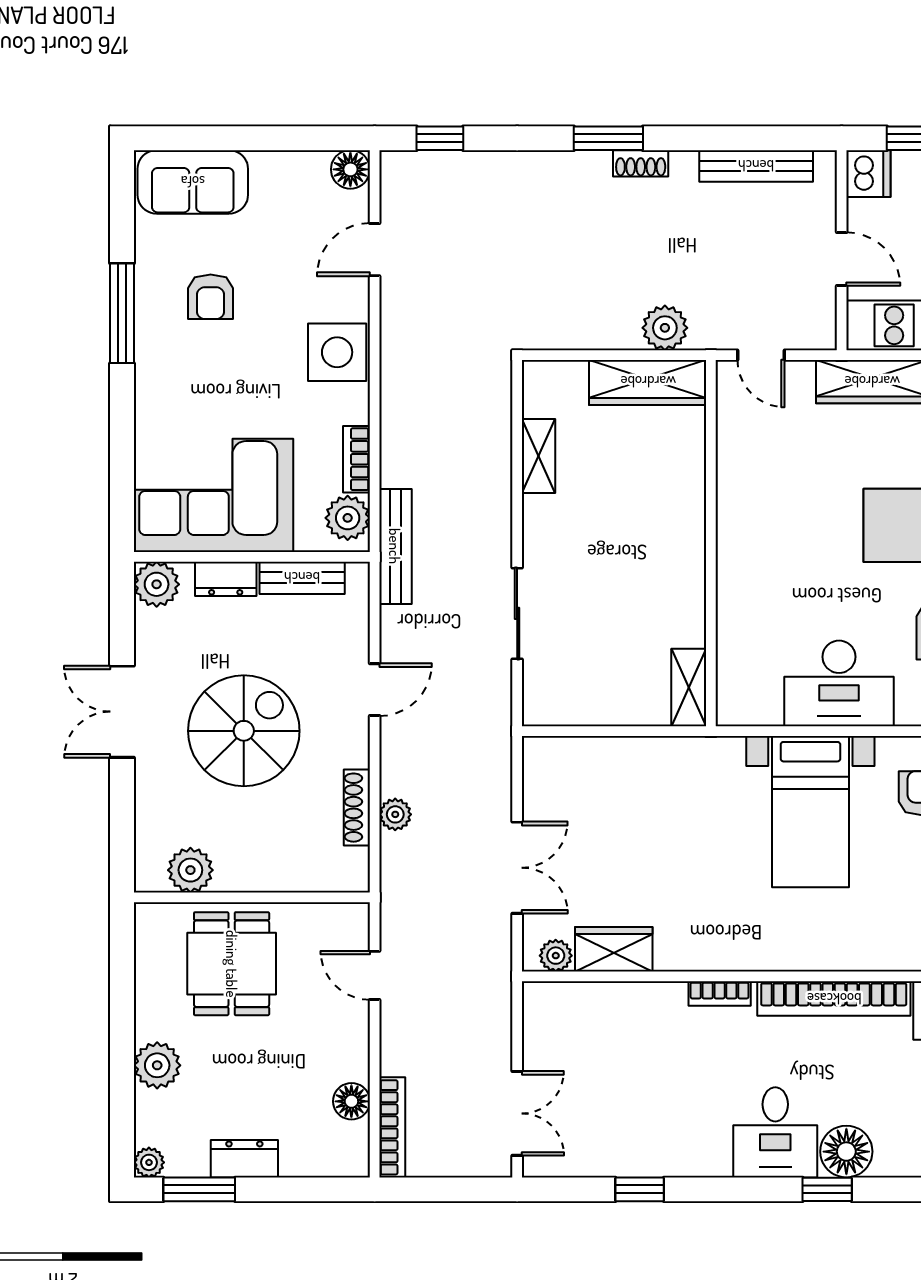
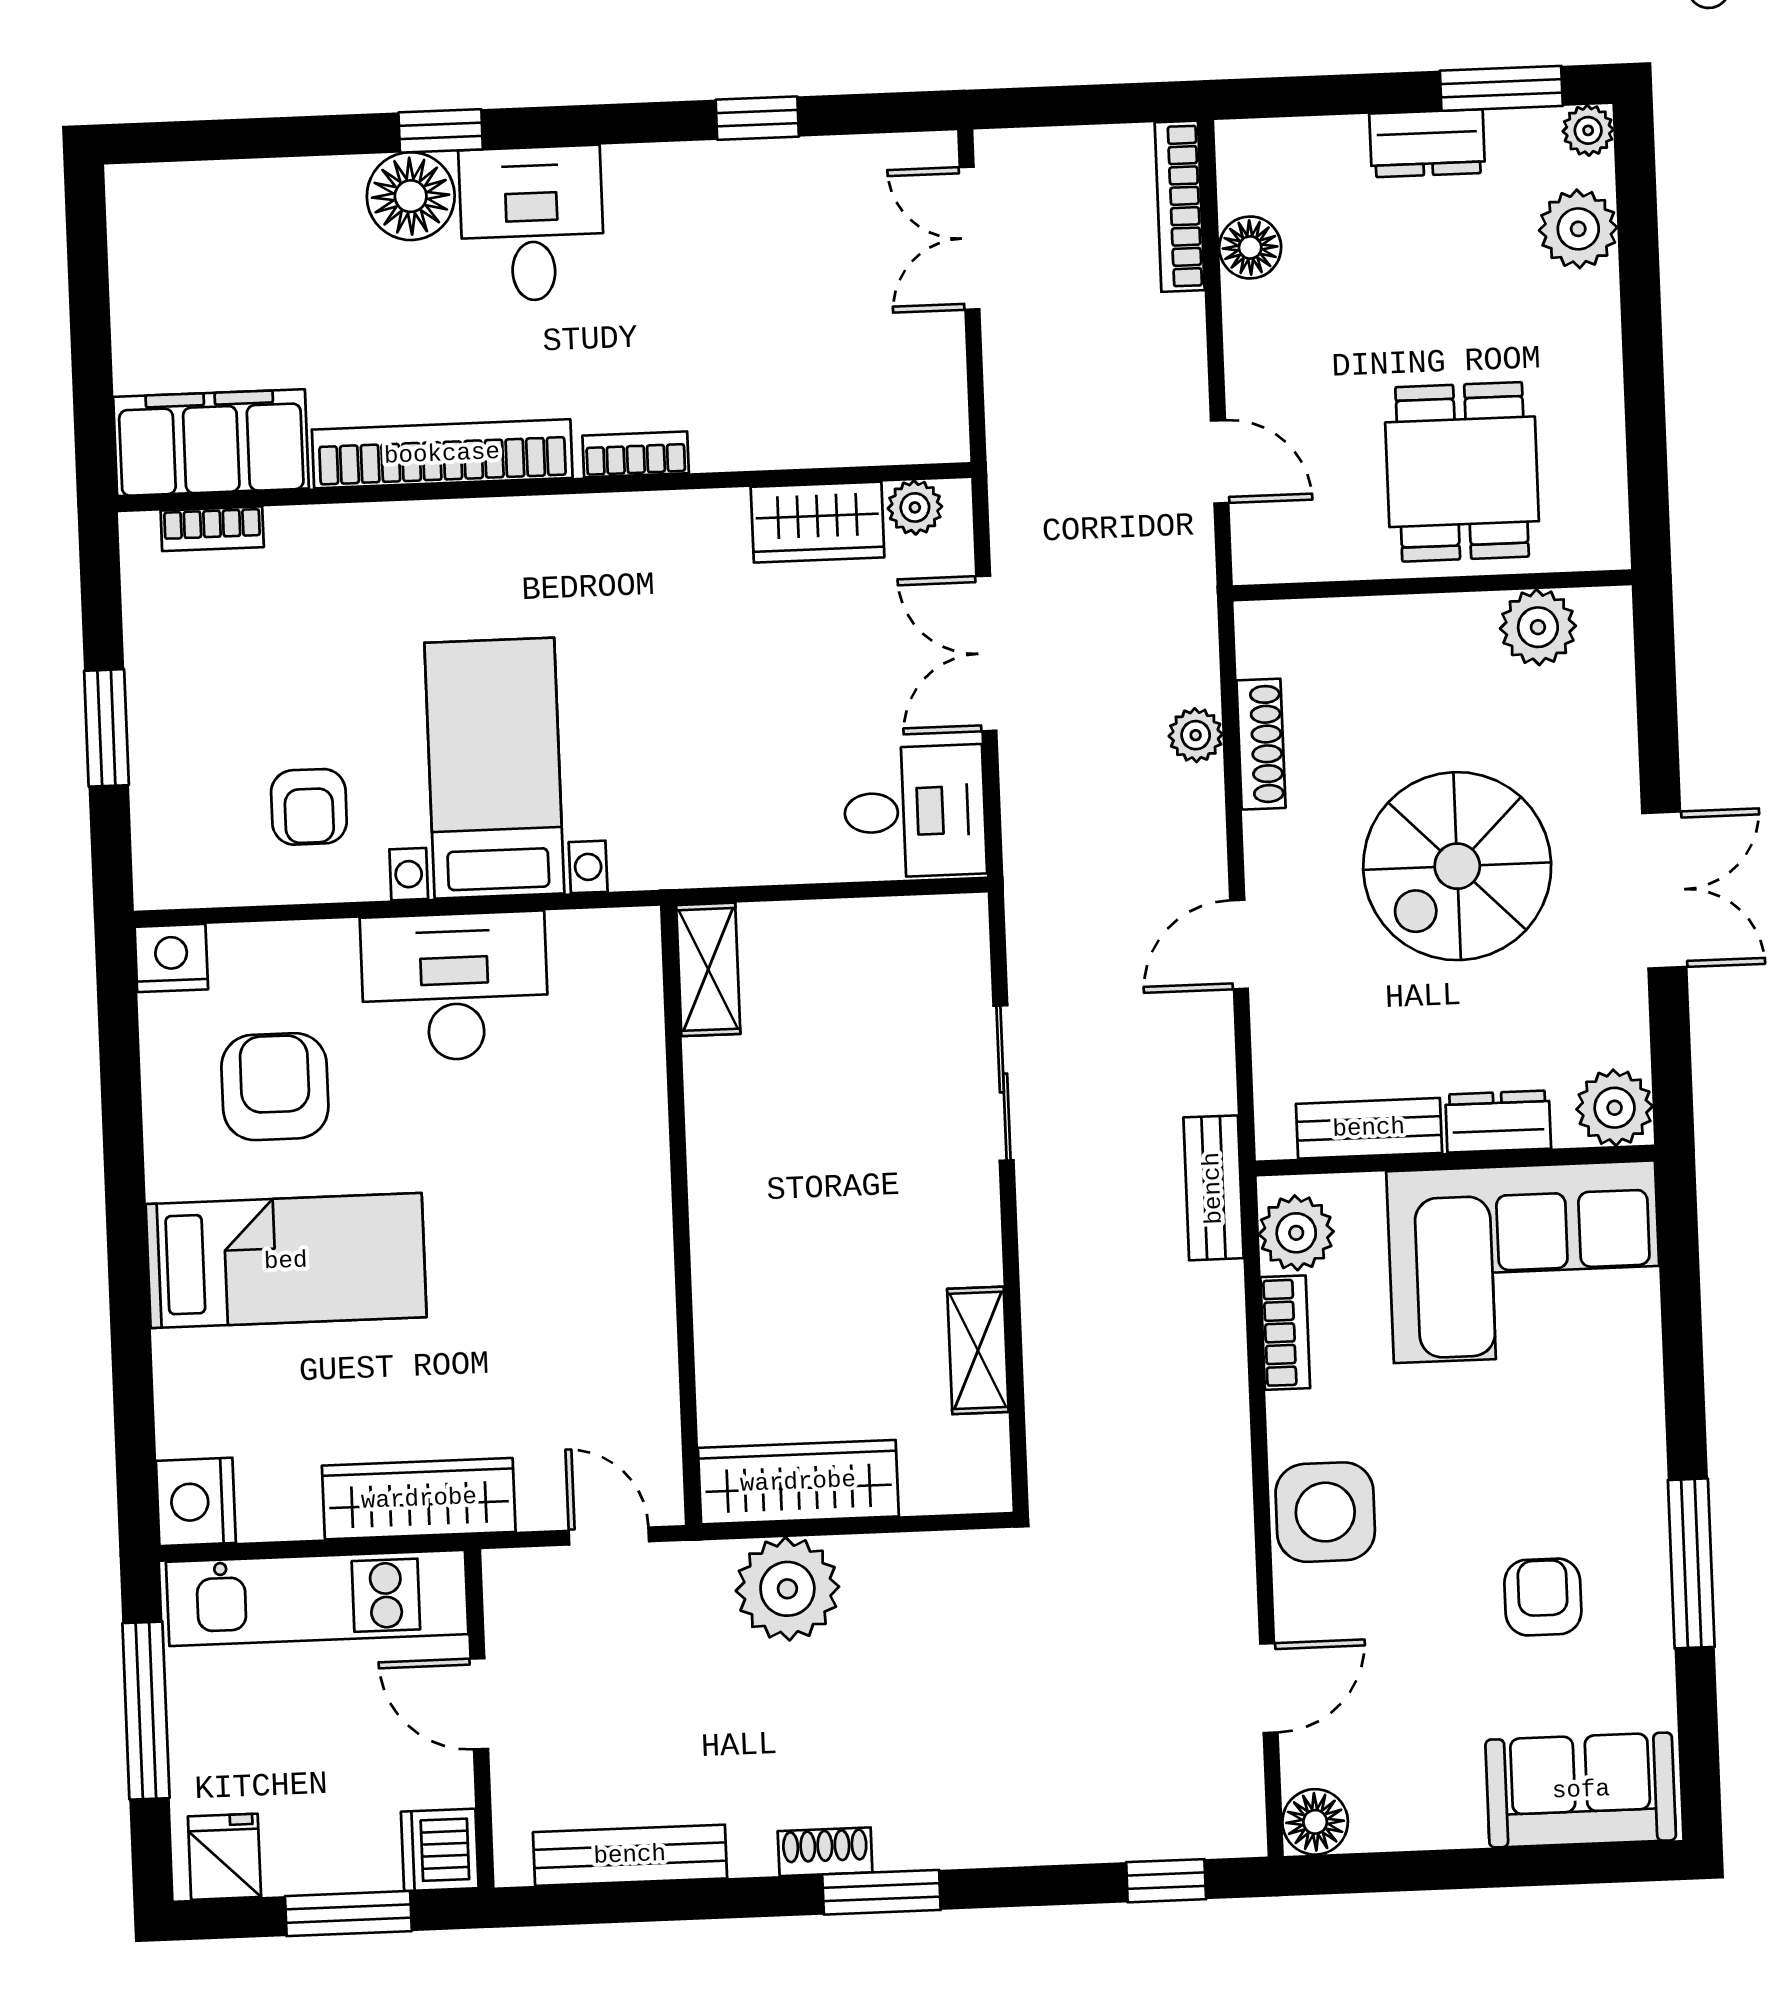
plant: (665, 328) -> (787, 1589), width x1.36, depth x1.36
bench: (395, 546) -> (1213, 1188), width x0.73
desk: (563, 776) -> (915, 811), added
plant: (157, 1065) -> (1578, 229), moved

